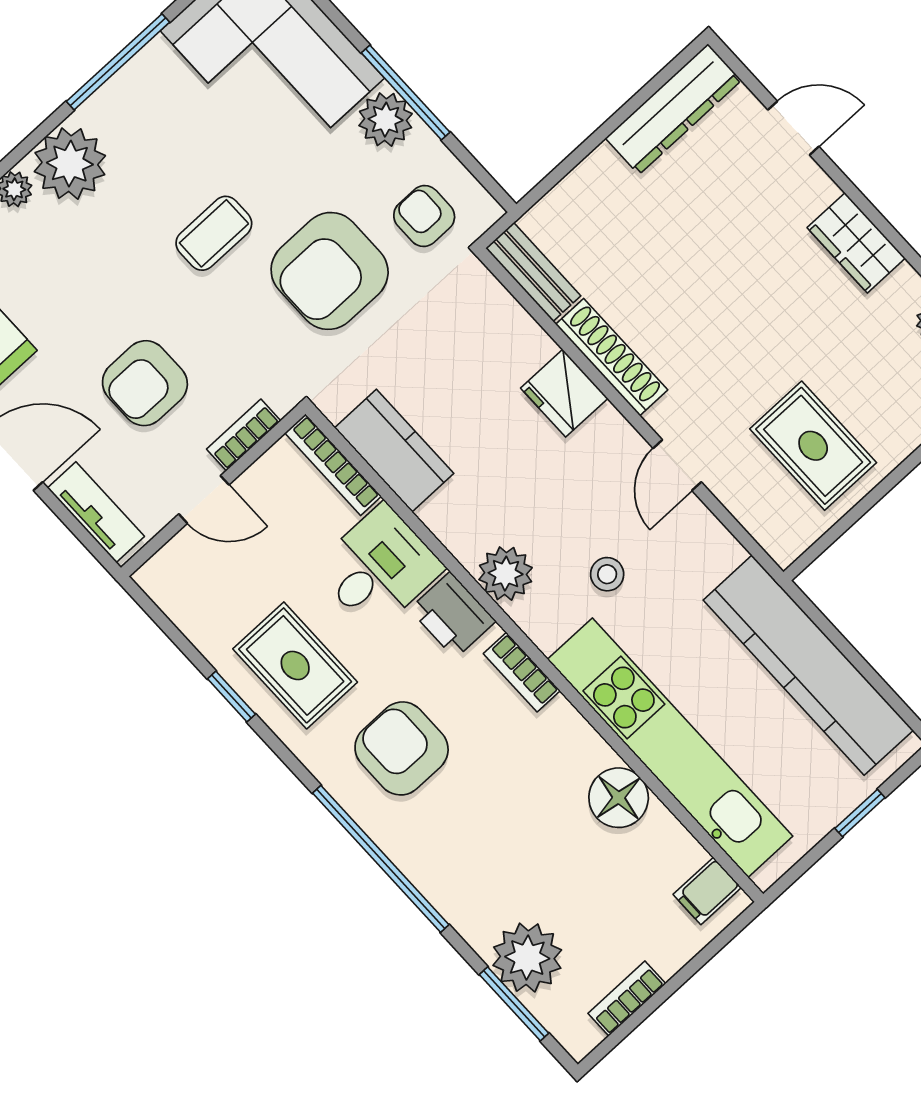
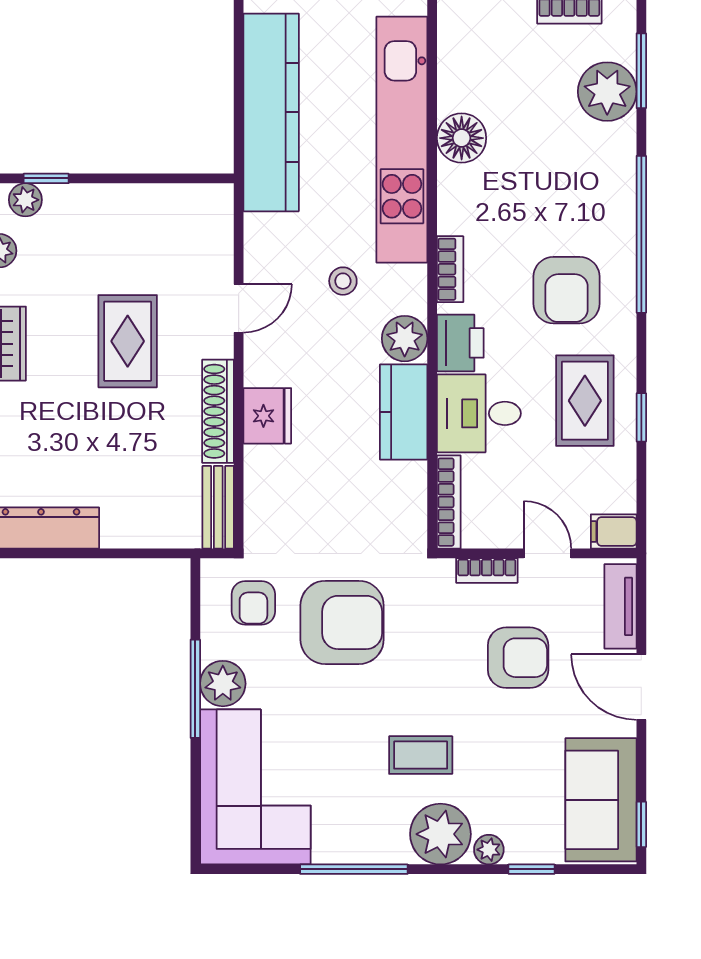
coffee table: (214, 233) -> (421, 755), moved
rug: (813, 446) -> (128, 341), moved
kitchen counter: (394, 451) -> (404, 412), moved
filing cabinet: (707, 891) -> (614, 532), moved, turned 180

